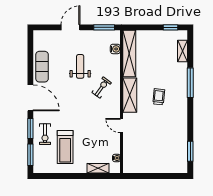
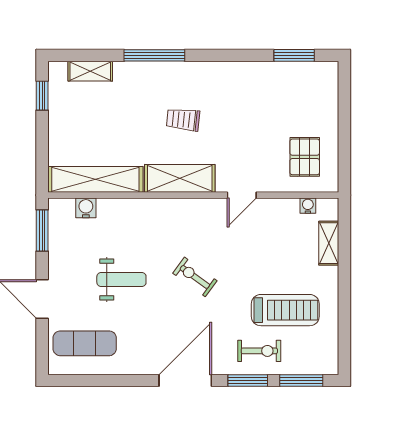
weight bench: (80, 66) -> (121, 279), turned 180
exercise mat: (42, 67) -> (85, 343), moved
exercise bike: (102, 88) -> (195, 277), moved
pallet: (140, 156) -> (305, 157), added

